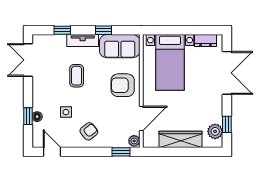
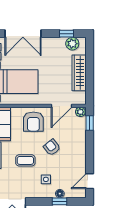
double door: (227, 73) -> (23, 34), swing flipped
side table: (66, 112) -> (46, 179), moved
door: (141, 119) -> (61, 106), swing flipped
armchair: (89, 131) -> (52, 147), moved

